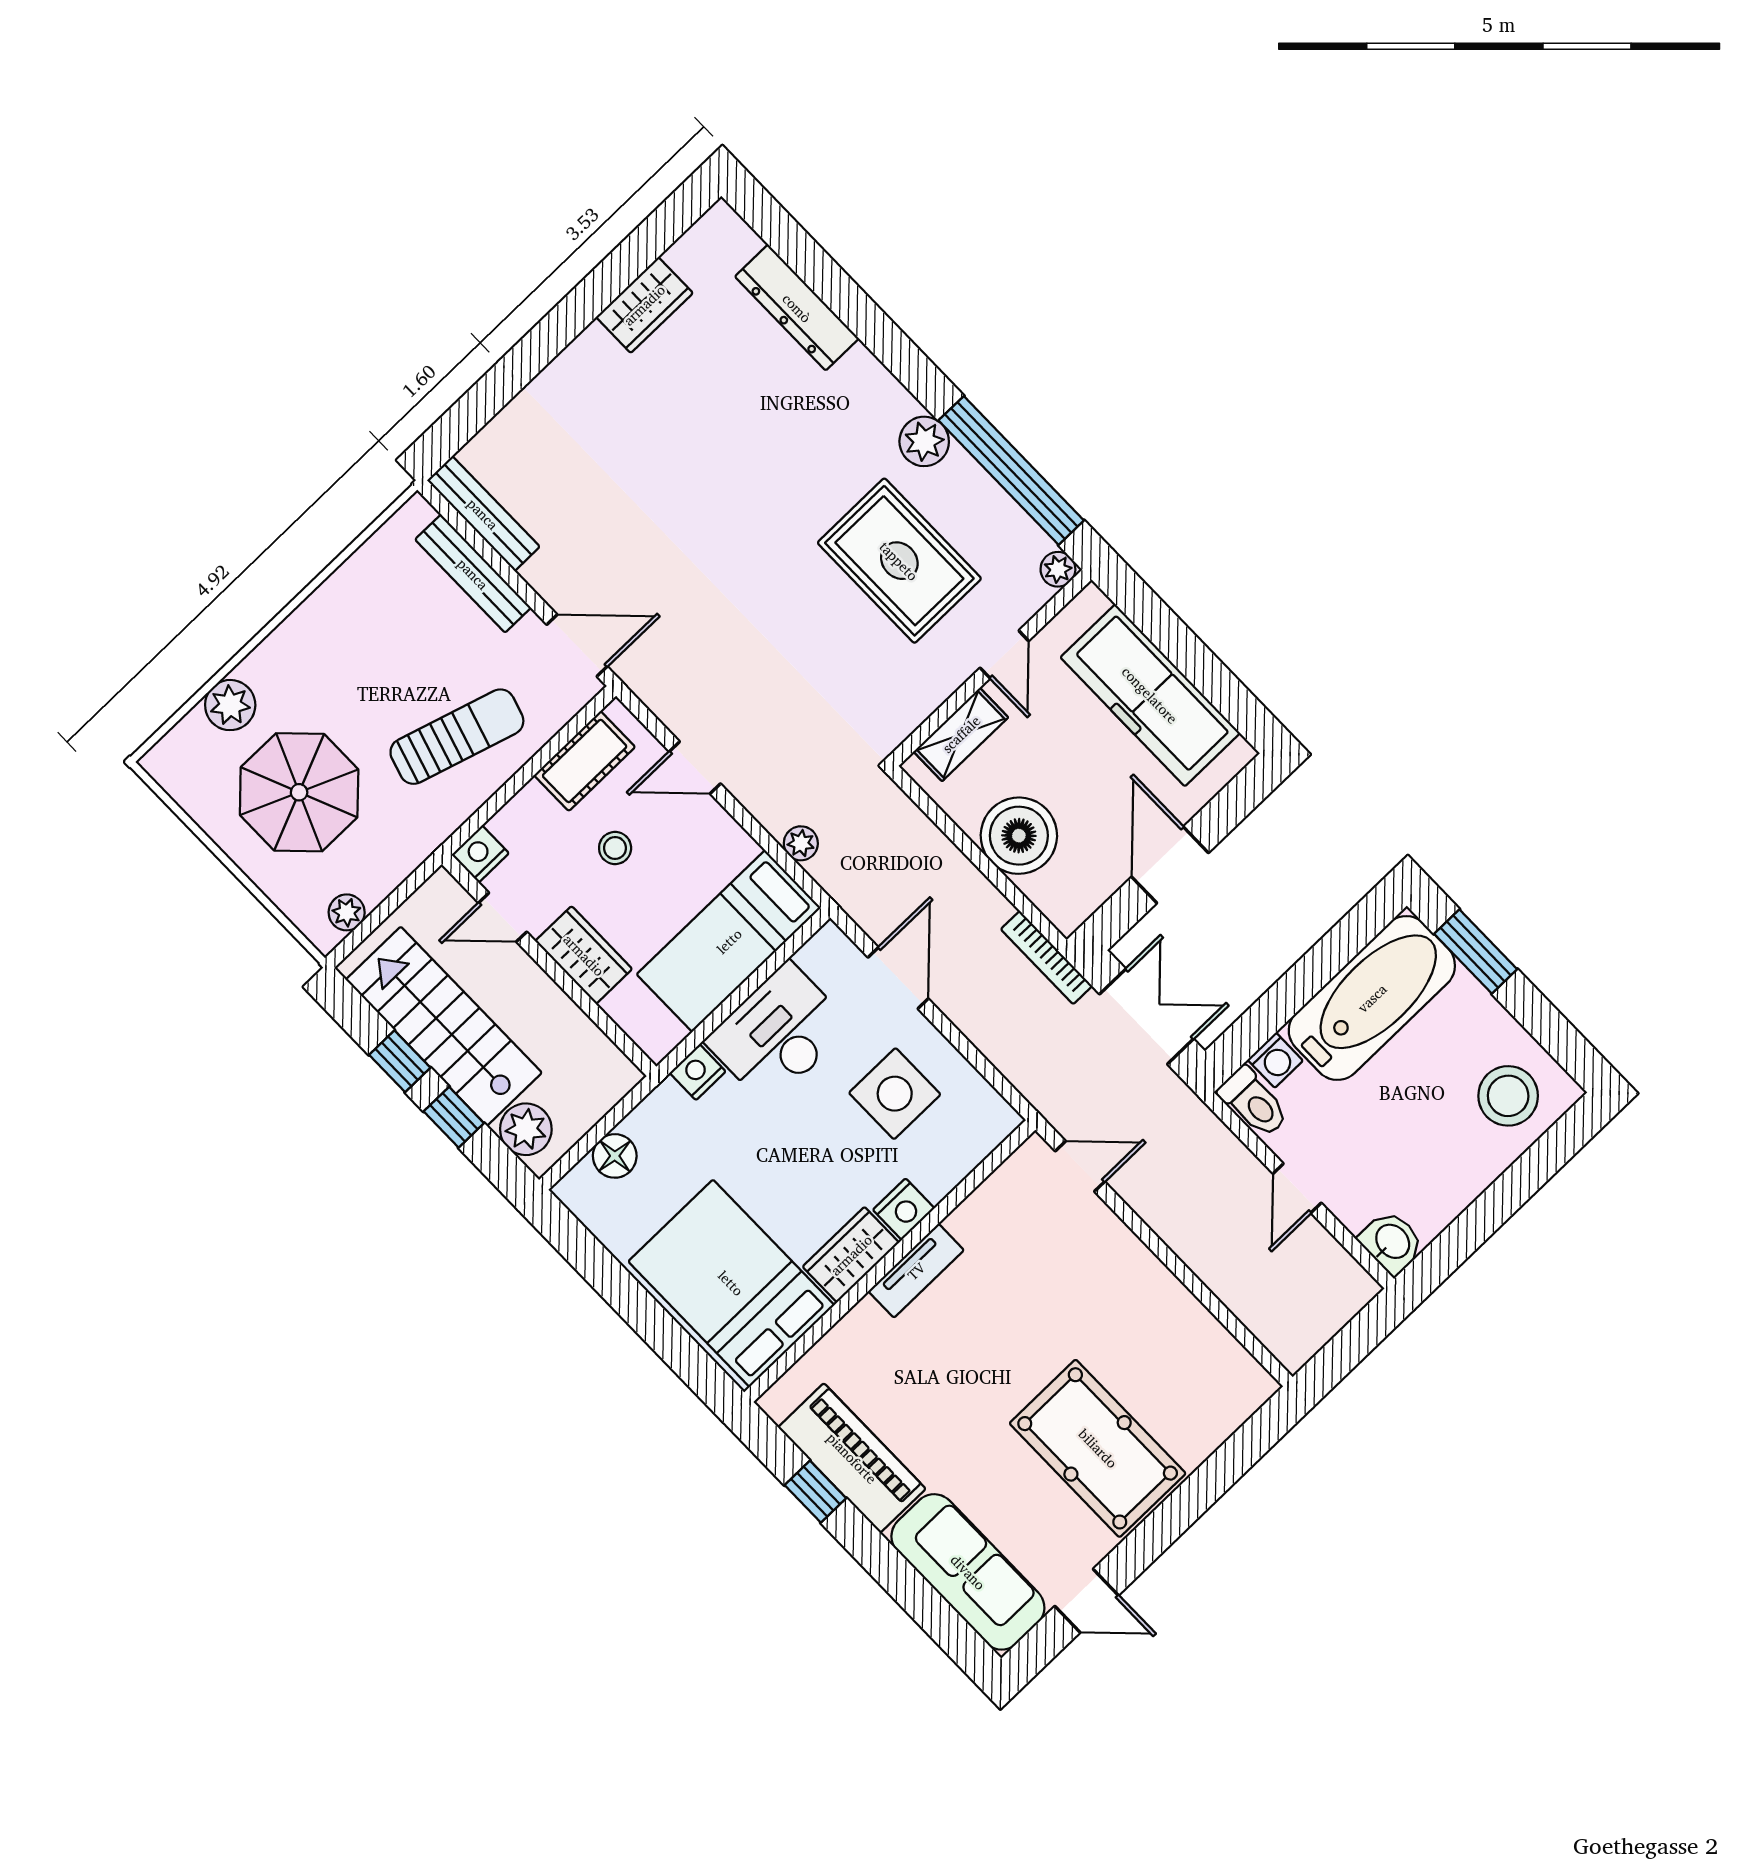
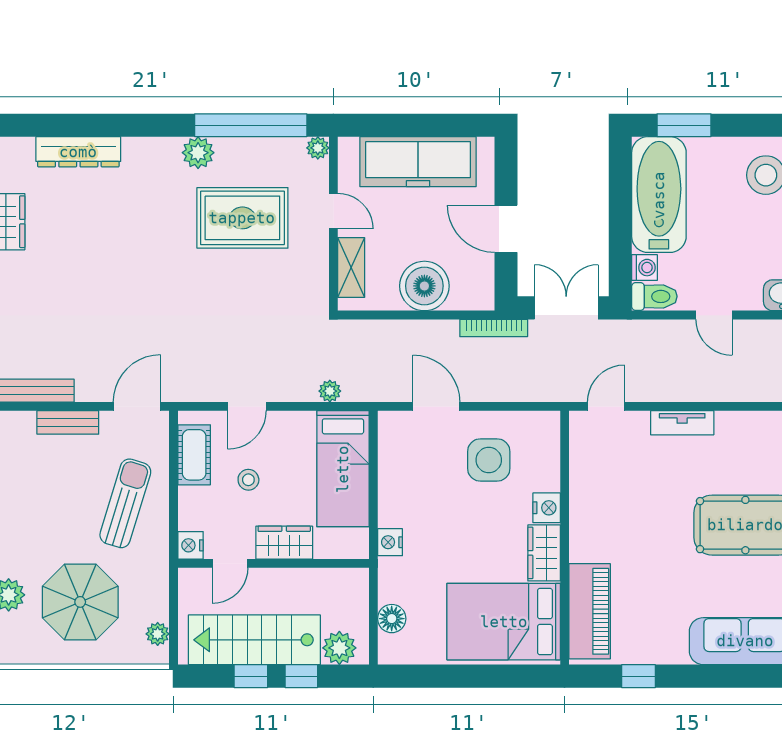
bench: (473, 574) -> (68, 422), width x0.73
desk: (778, 1034) -> (408, 487), removed
tv unit: (916, 1271) -> (682, 423), moved, turned 90
piano: (852, 1458) -> (590, 611), moved, turned 90

